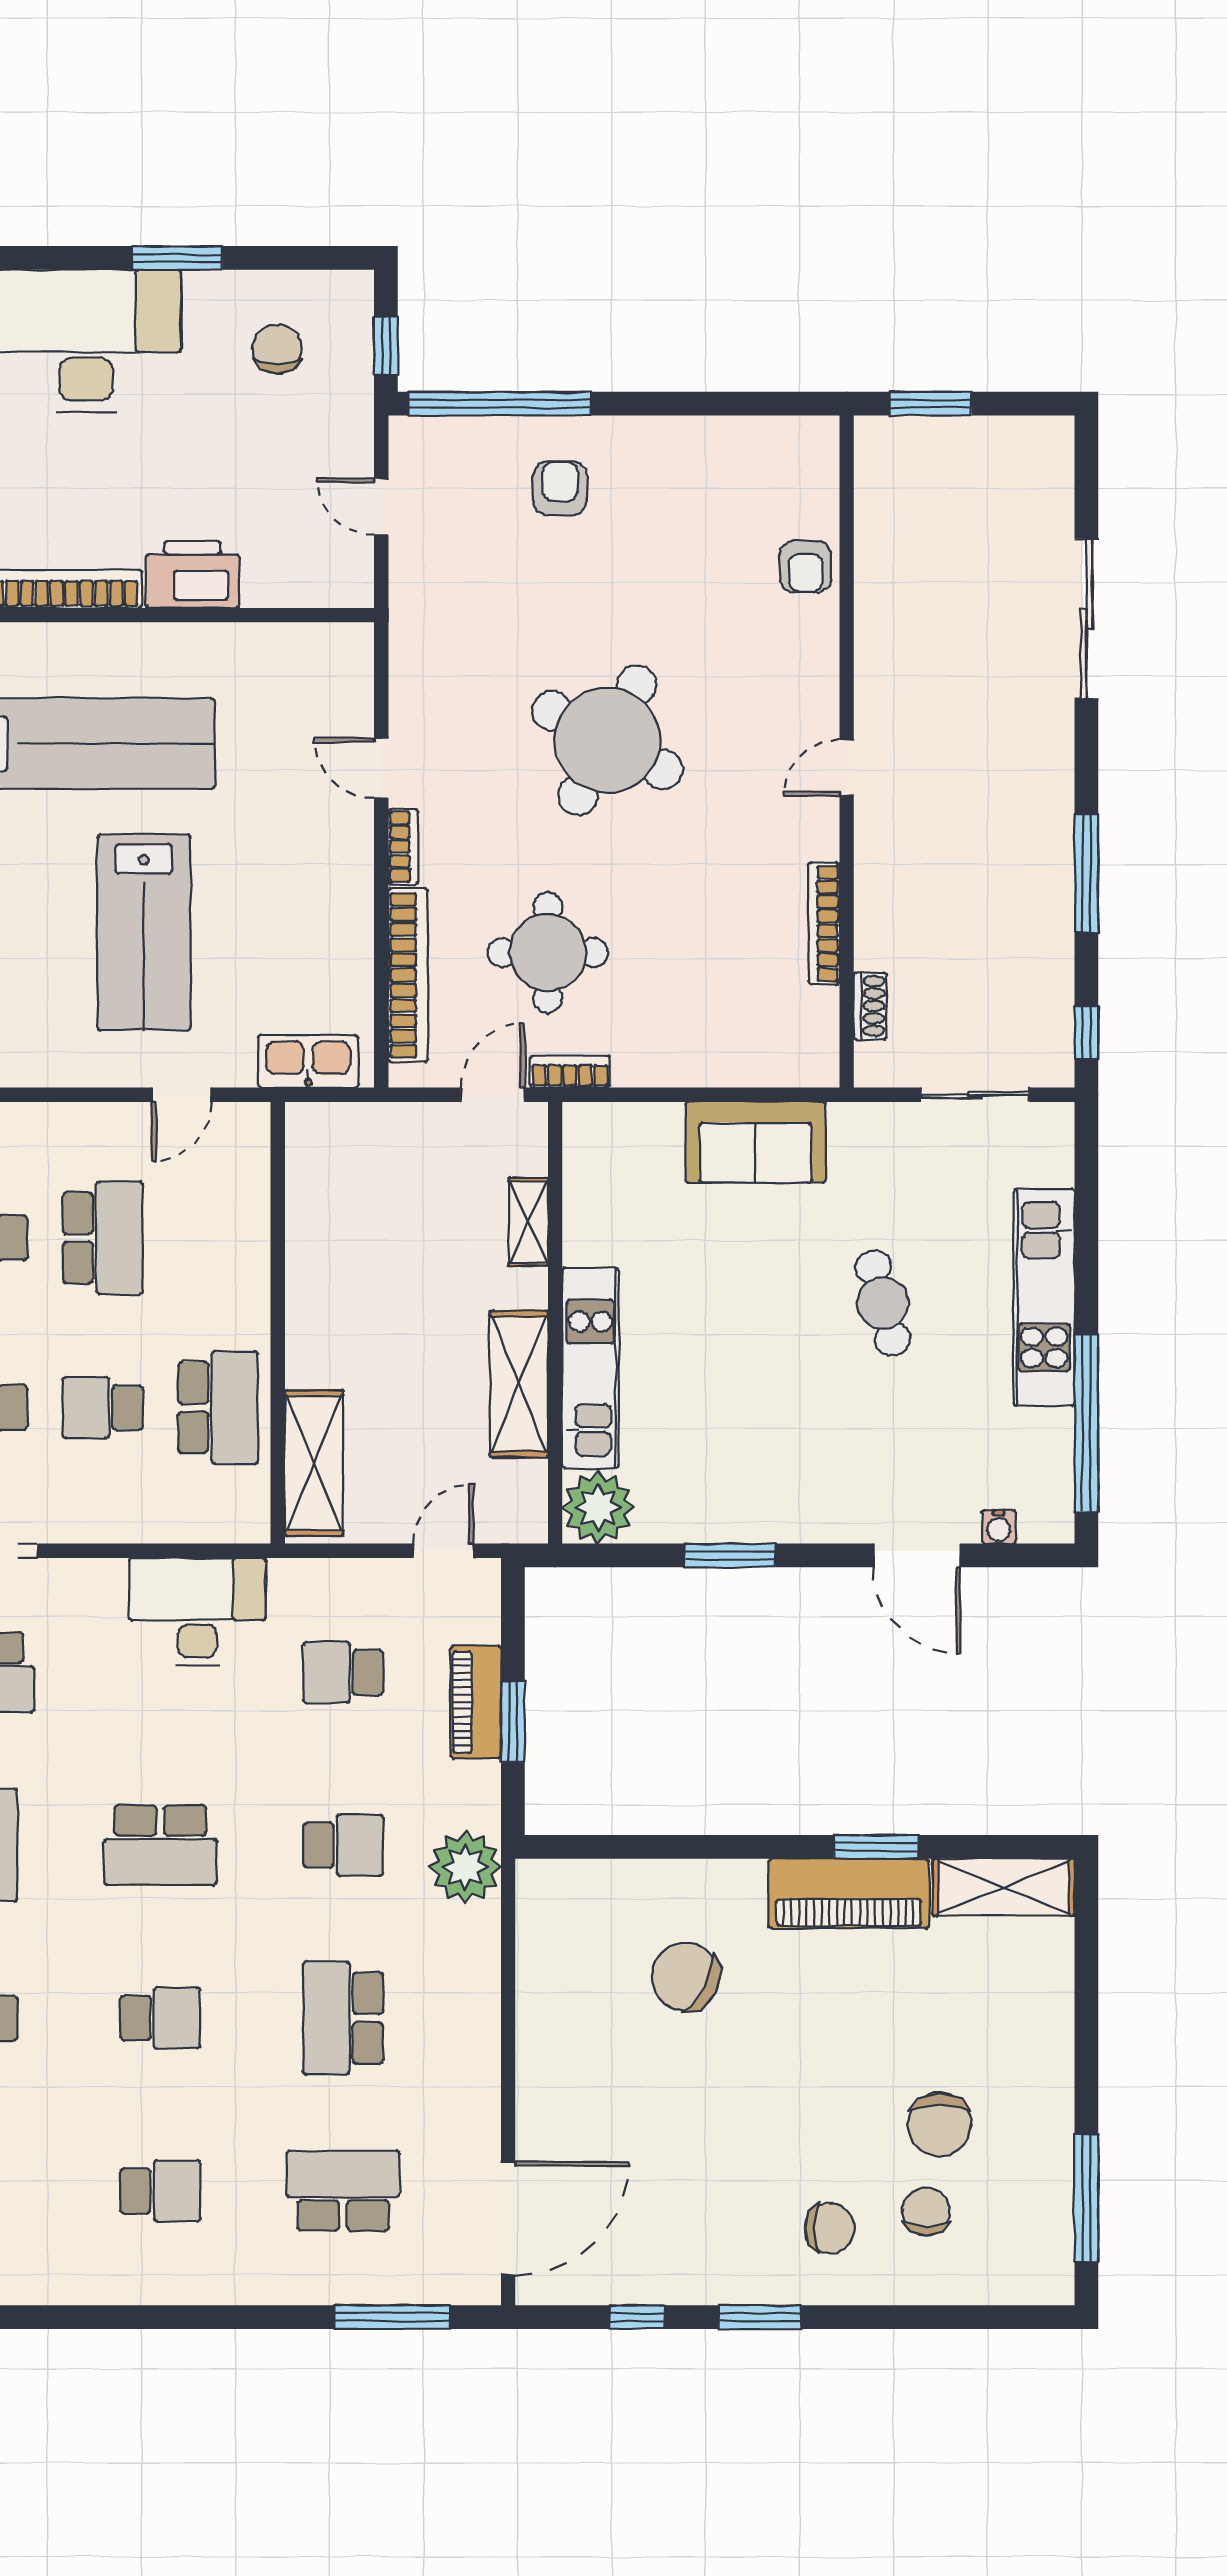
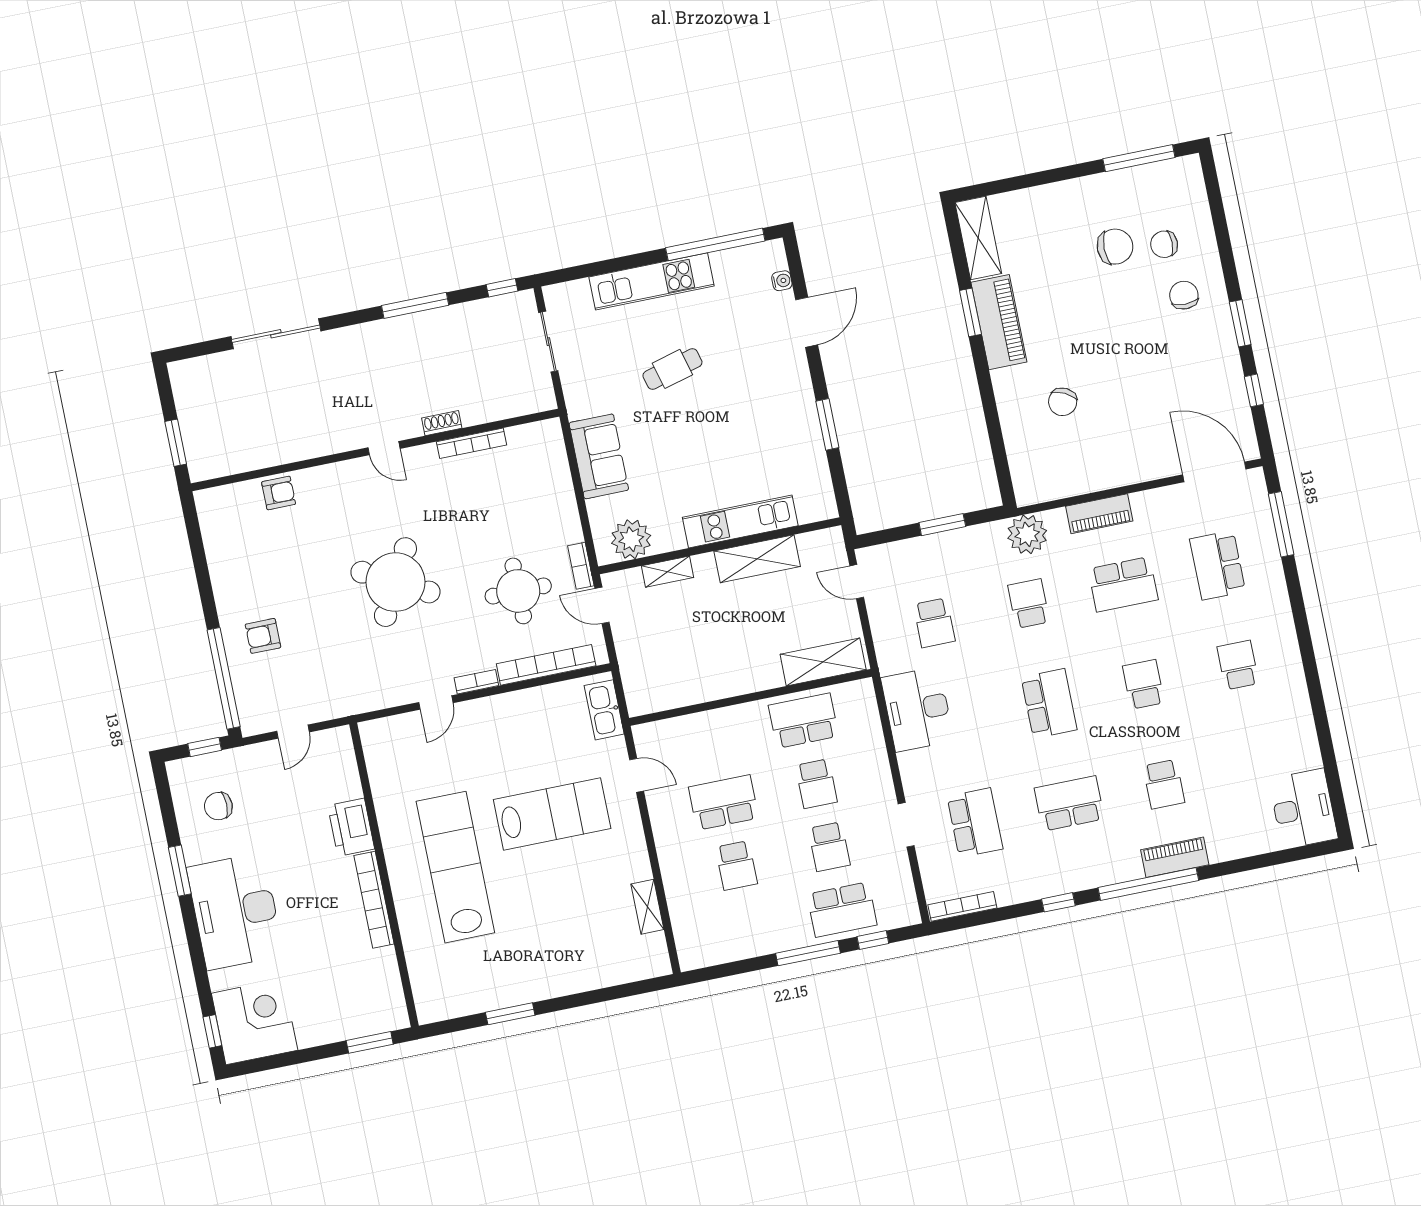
shoe rack: (870, 1006) -> (442, 423), moved
plant: (598, 1508) -> (631, 539), moved
piano: (476, 1702) -> (1099, 514), moved
chair: (685, 1977) -> (1063, 402), width x0.73, depth x0.73

